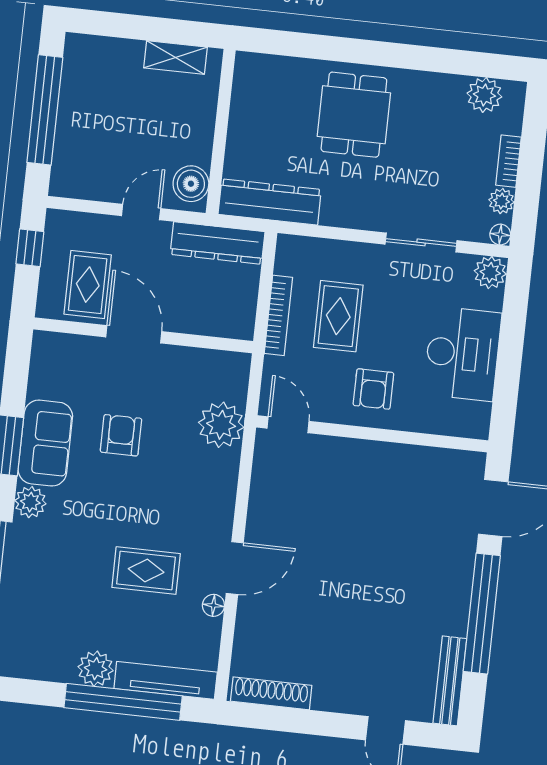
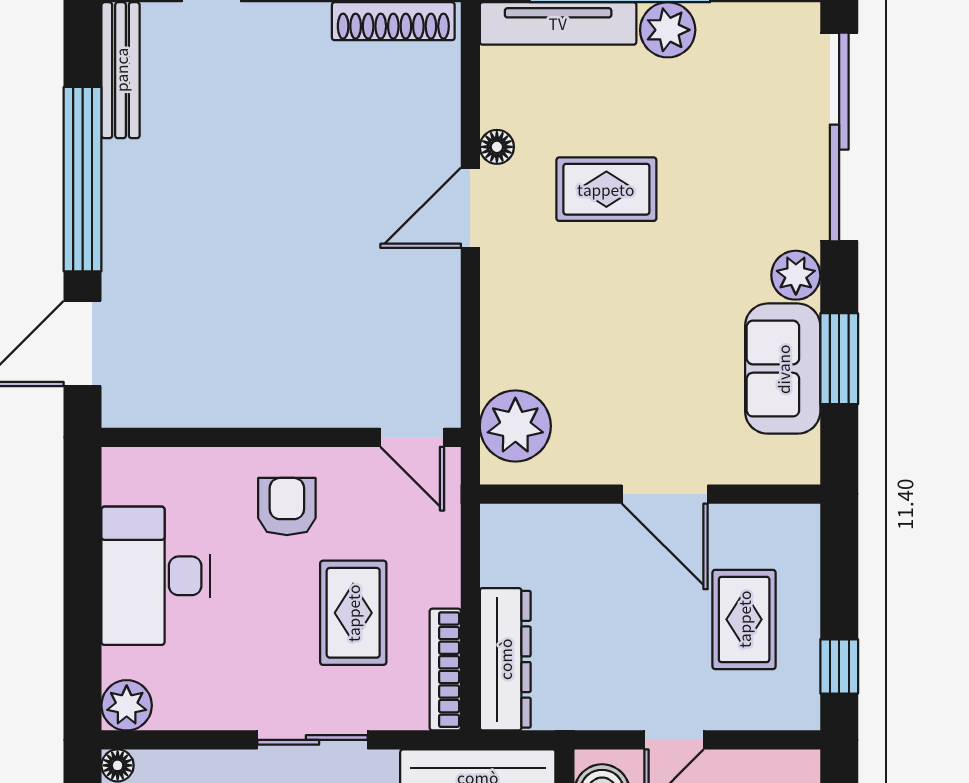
sliding door: (421, 242) -> (312, 740), moved
dresser: (218, 243) -> (505, 659), moved, turned 90
bookcase: (278, 315) -> (445, 670), moved
door: (134, 334) -> (665, 494), moved
wall: (143, 335) -> (650, 494), moved
armchair: (121, 435) -> (668, 393), removed

